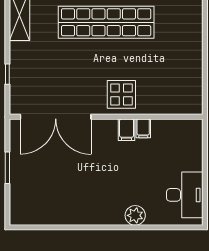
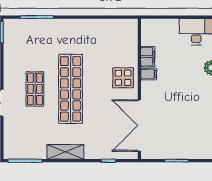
double door: (56, 117) -> (139, 126), swing flipped
filing cabinet: (143, 128) -> (148, 57), width x2.00

